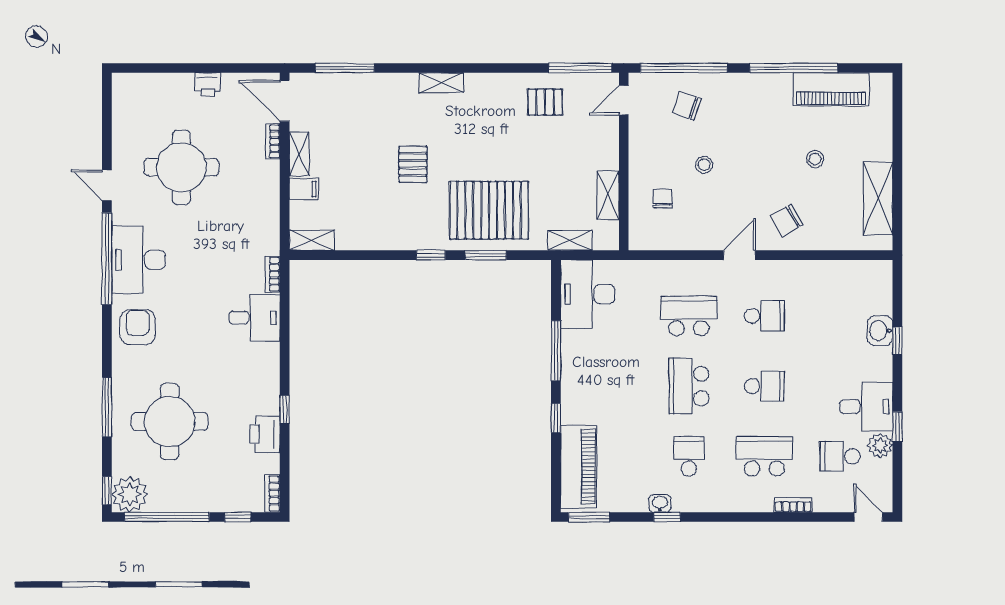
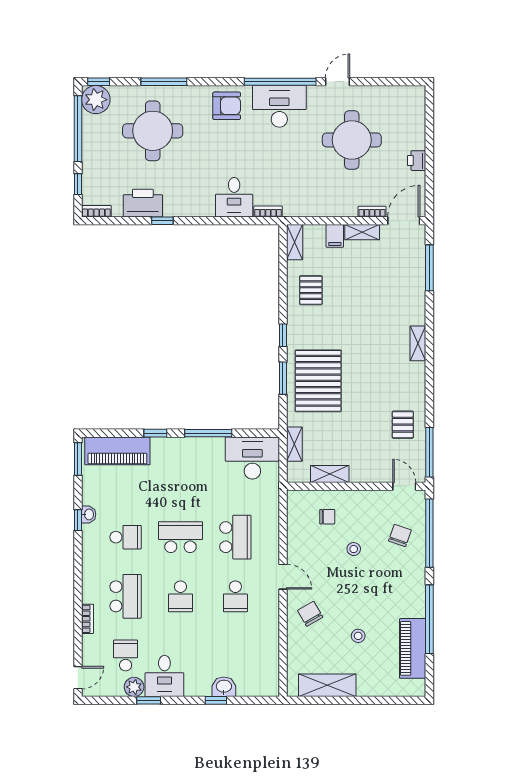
pallet: (413, 164) -> (311, 290), moved, turned 90
printer: (265, 434) -> (143, 203), width x1.37, depth x1.19

